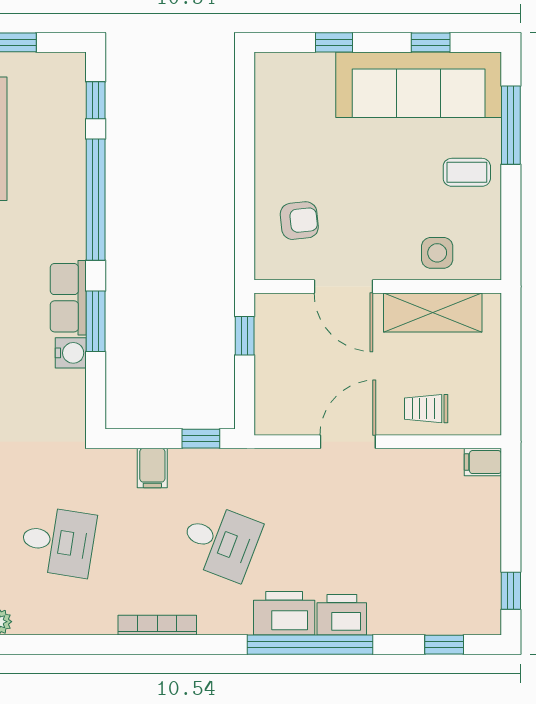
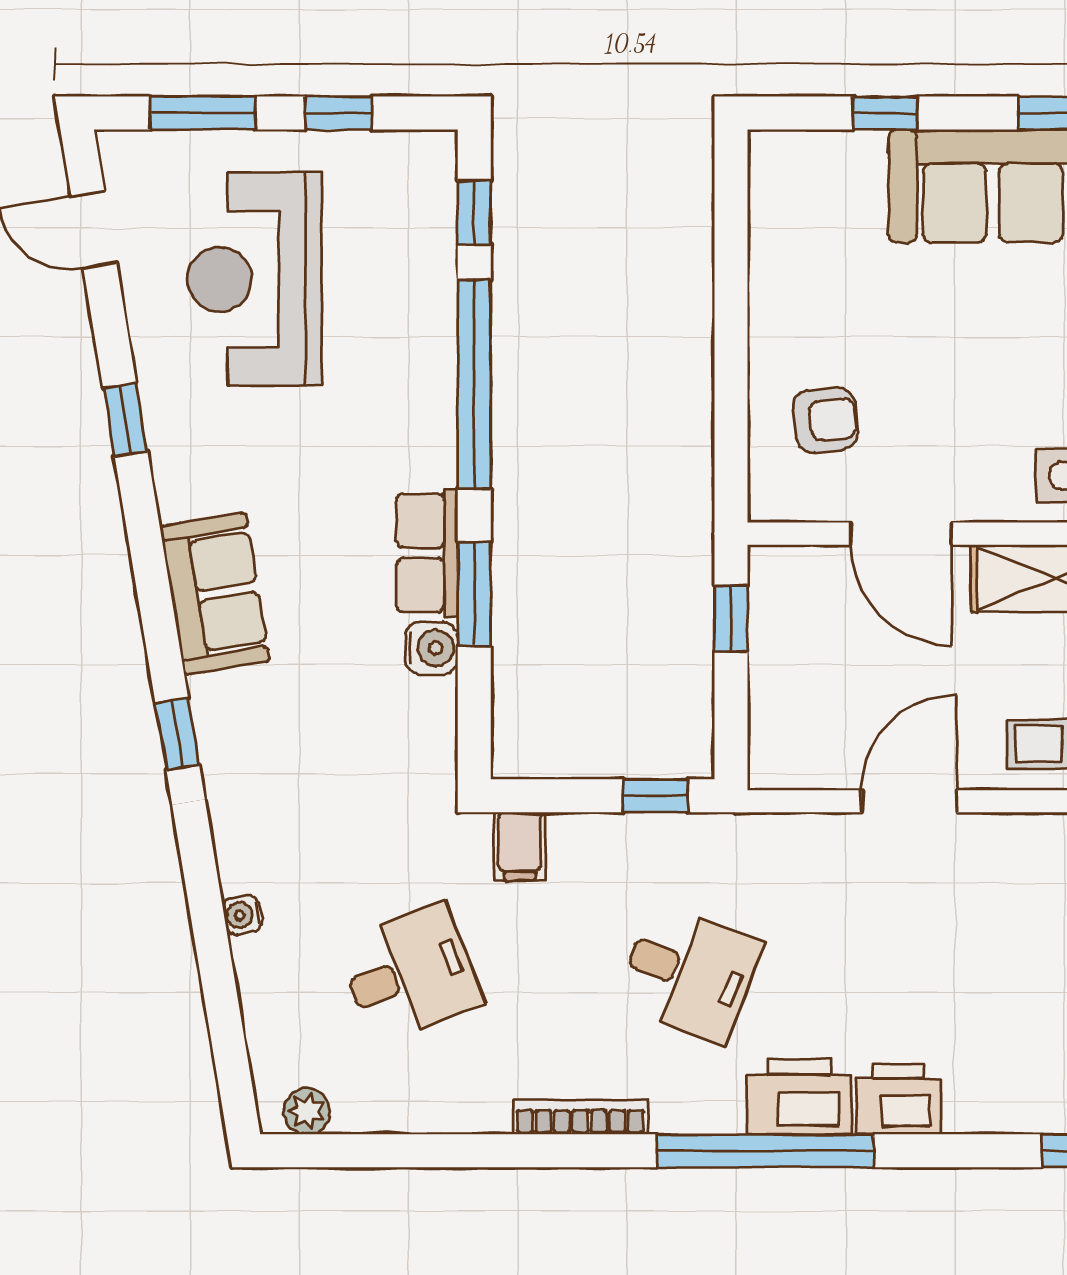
filing cabinet: (152, 468) -> (520, 846), moved
desk: (58, 542) -> (410, 973), turned -30
window: (310, 645) -> (766, 1151), moved

